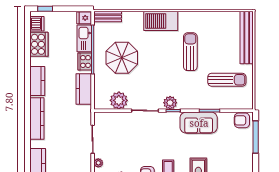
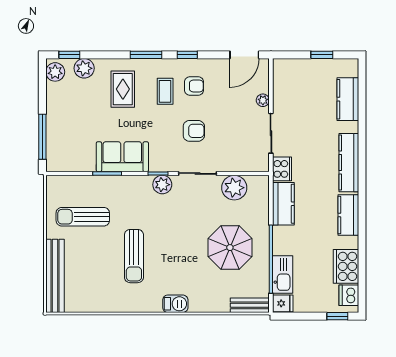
barbecue: (161, 21) -> (175, 304), width x0.53, depth x0.65
cooker: (85, 62) -> (282, 169), moved
armchair: (242, 120) -> (194, 131), moved

